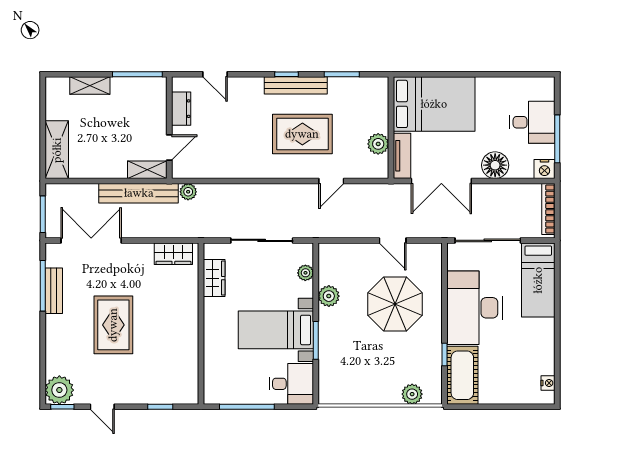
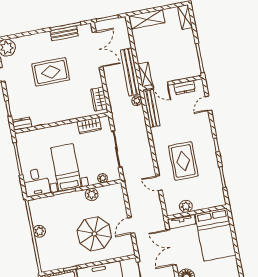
bench: (296, 85) -> (151, 108), moved
shelving: (90, 86) -> (185, 17), moved
dresser: (190, 389) -> (22, 124), added
plant: (412, 394) -> (39, 231), moved

